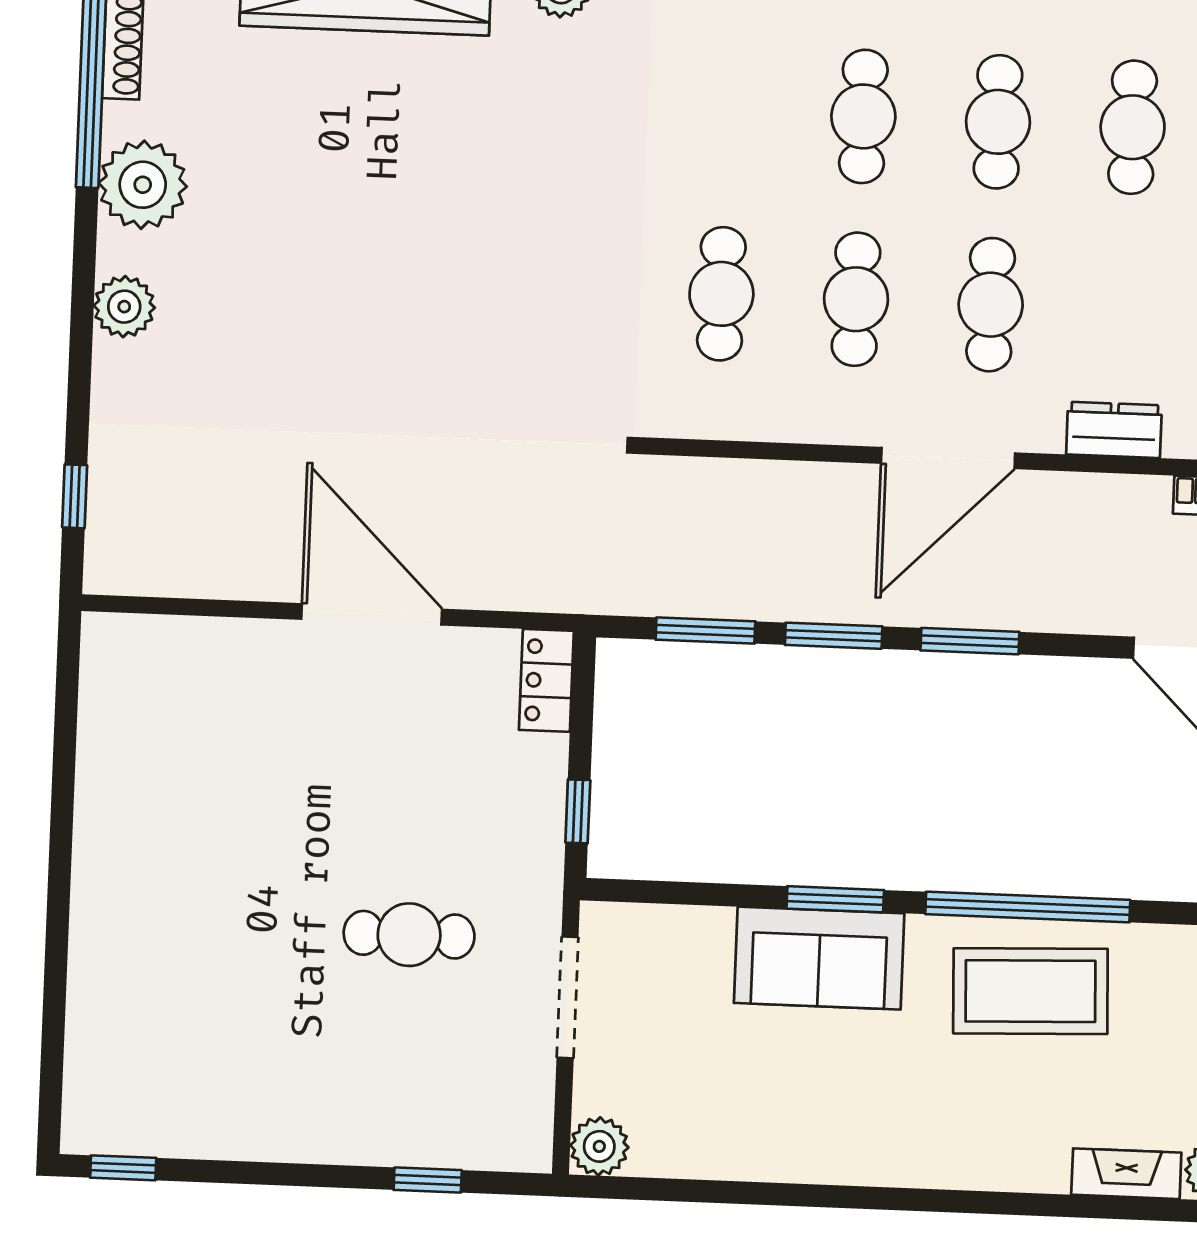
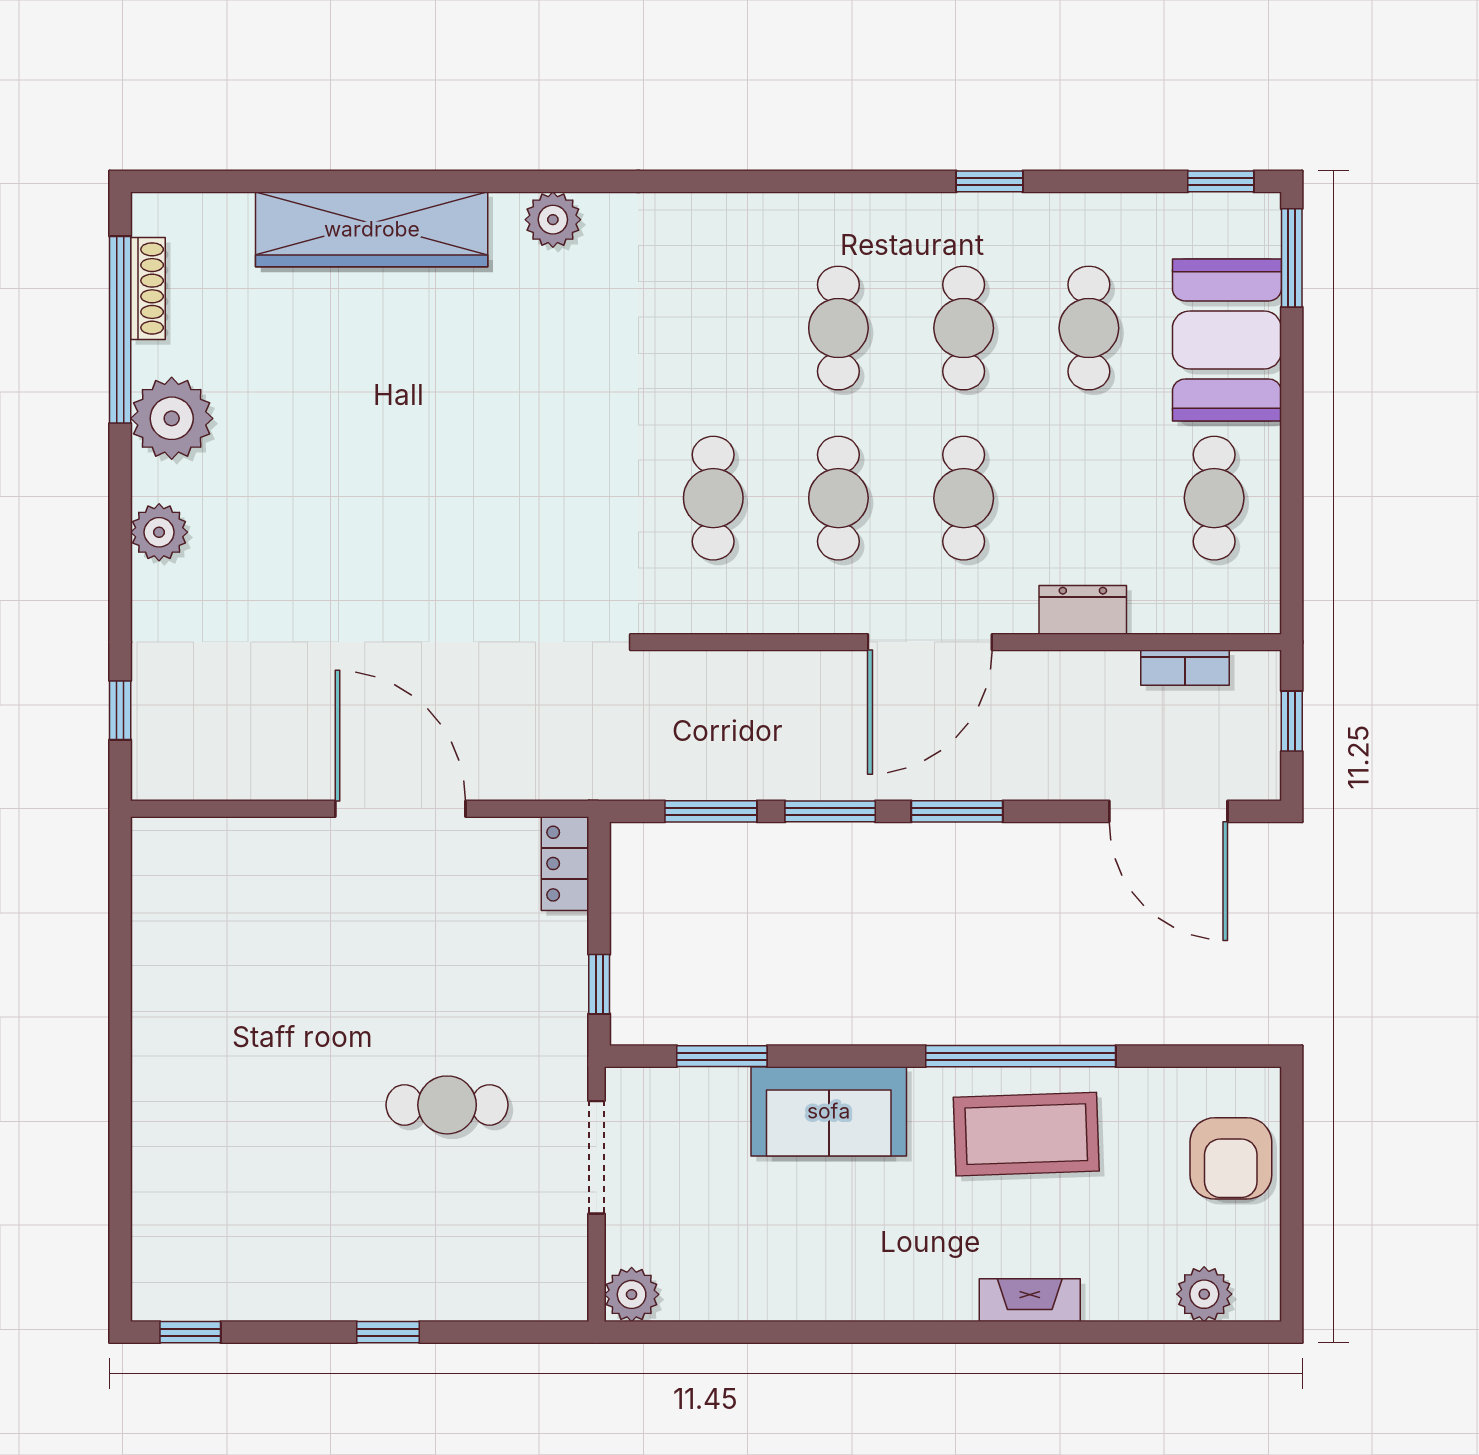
window: (835, 899) -> (722, 1056), moved
fireplace: (1126, 1174) -> (1030, 1300), moved
window: (428, 1180) -> (388, 1332), moved

